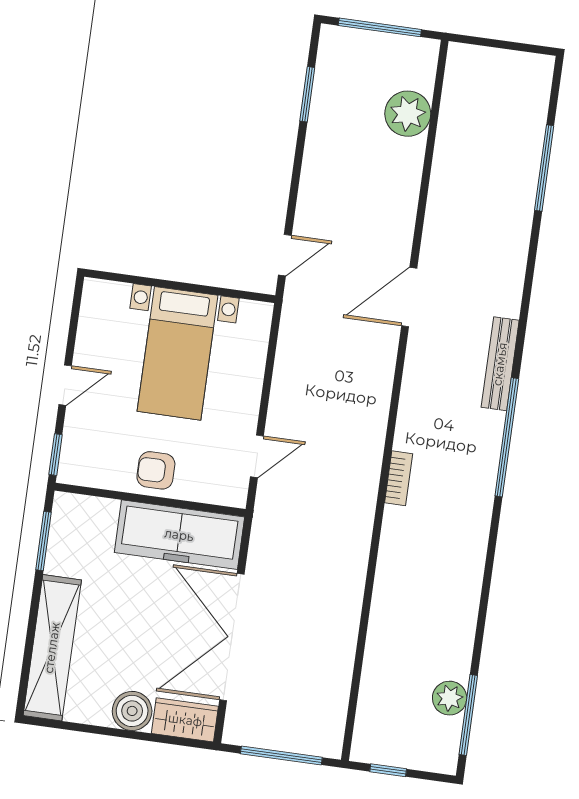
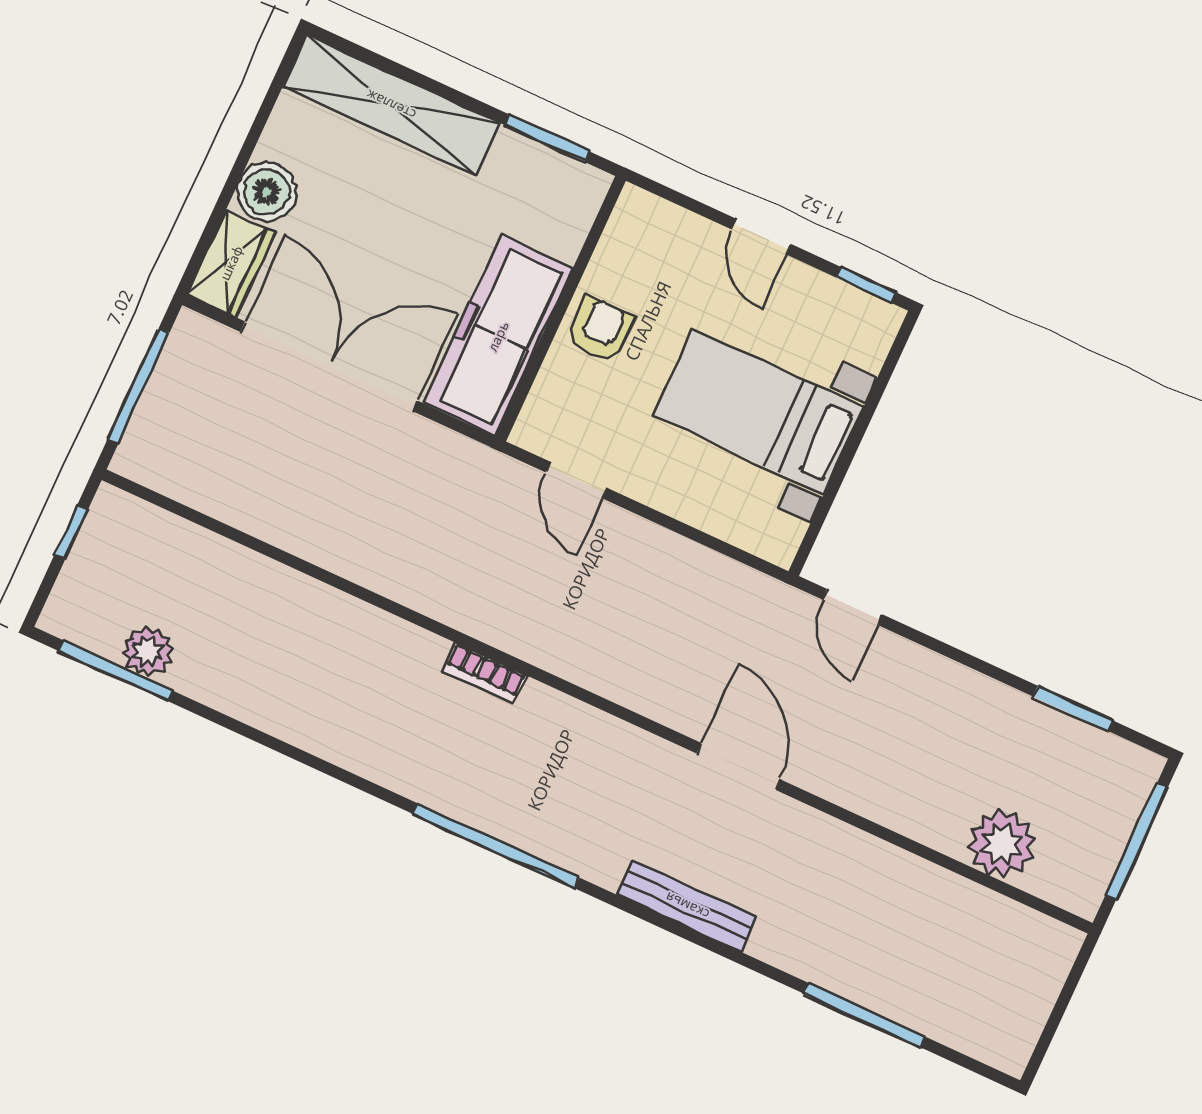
bench: (500, 364) -> (687, 906), moved
window: (56, 455) -> (866, 285), moved

